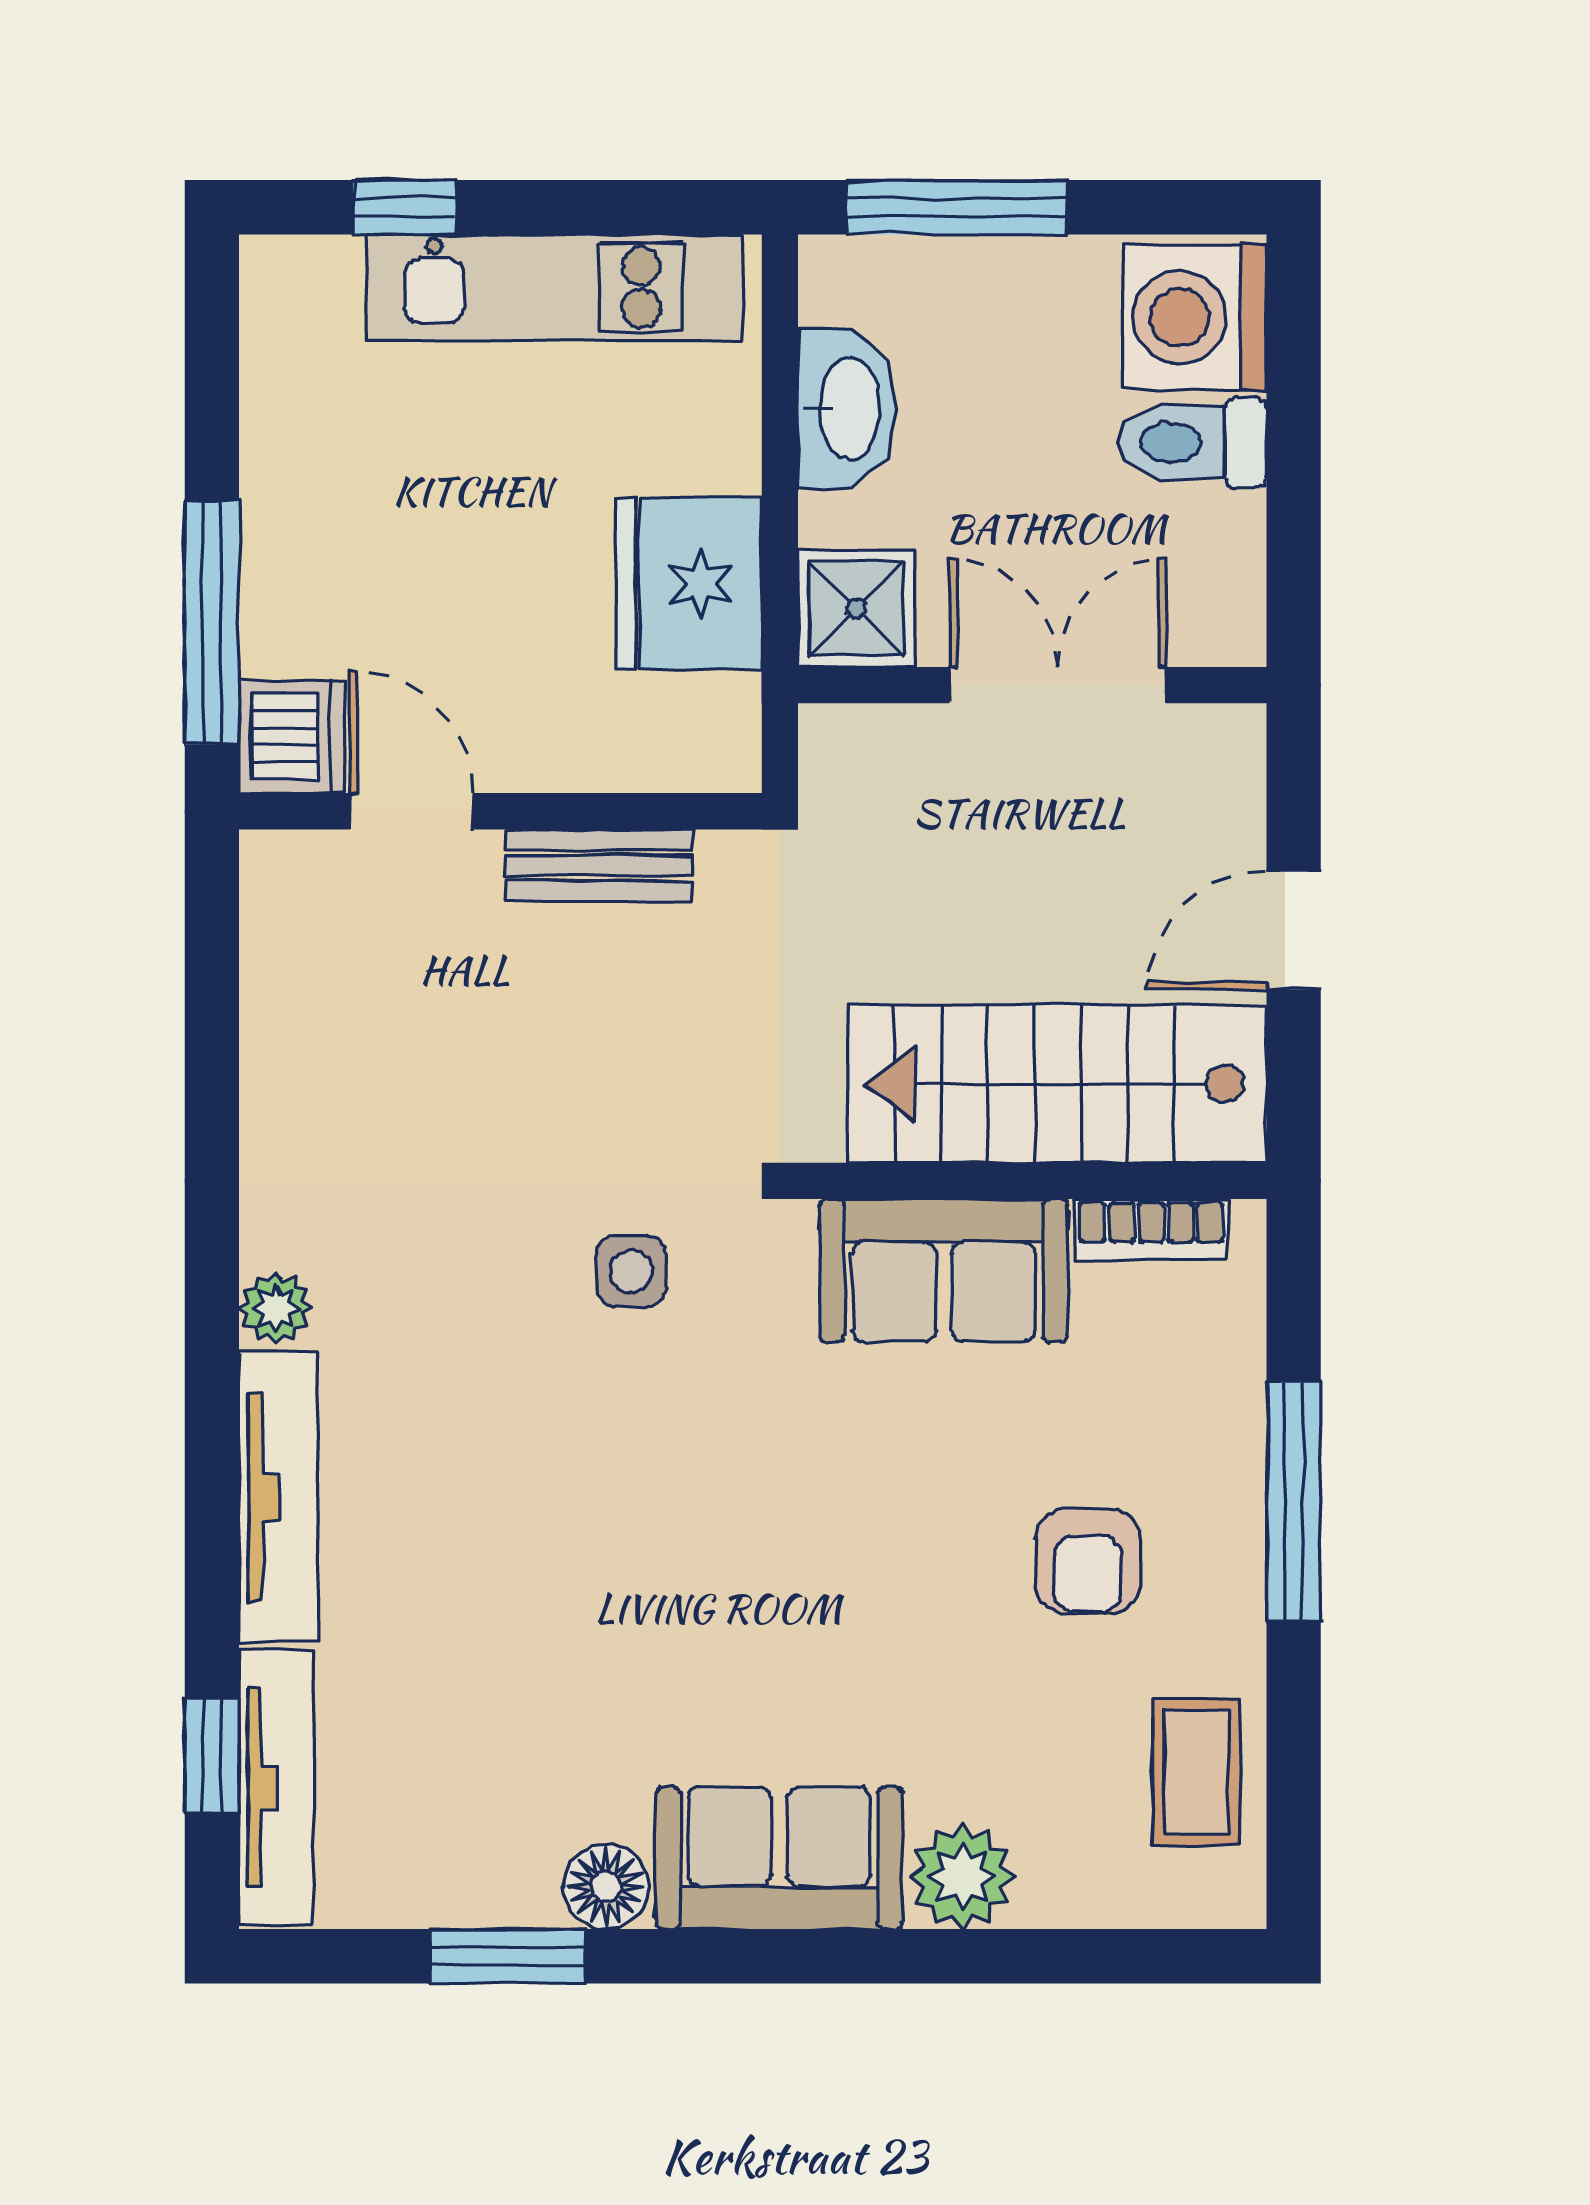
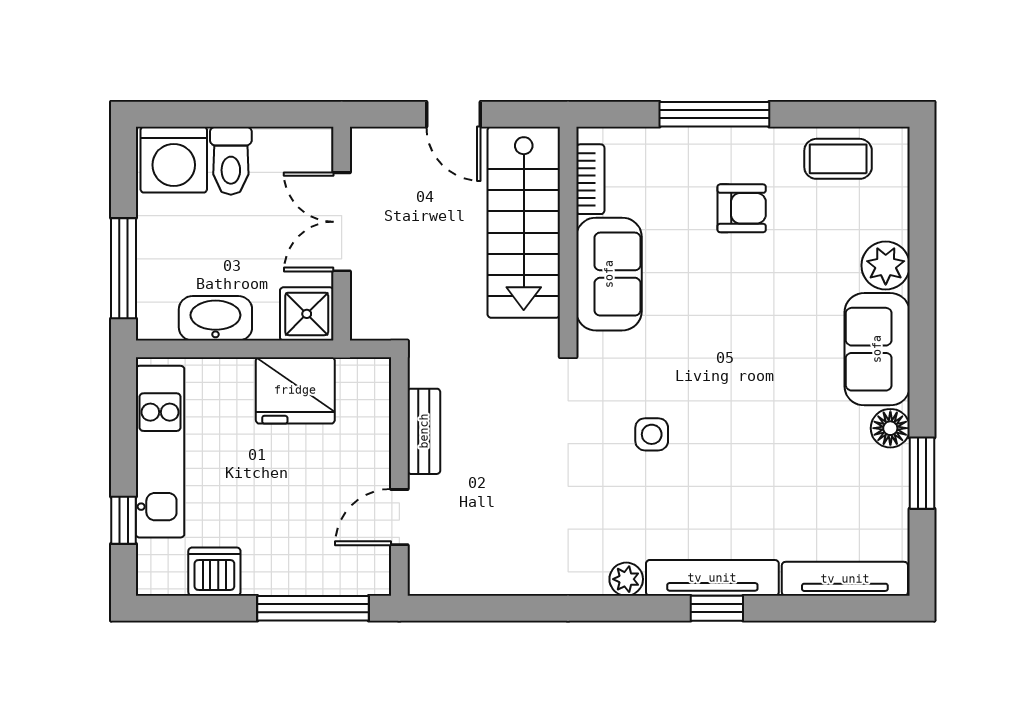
dishwasher: (292, 736) -> (214, 572), moved
side table: (631, 1271) -> (652, 434), moved
window: (212, 1755) -> (717, 608), moved

